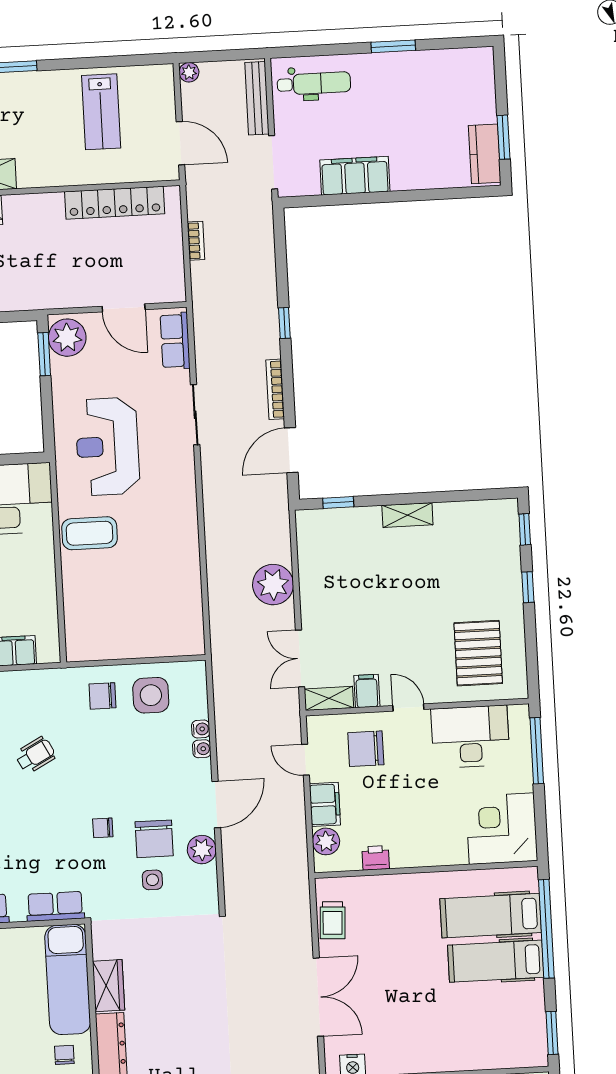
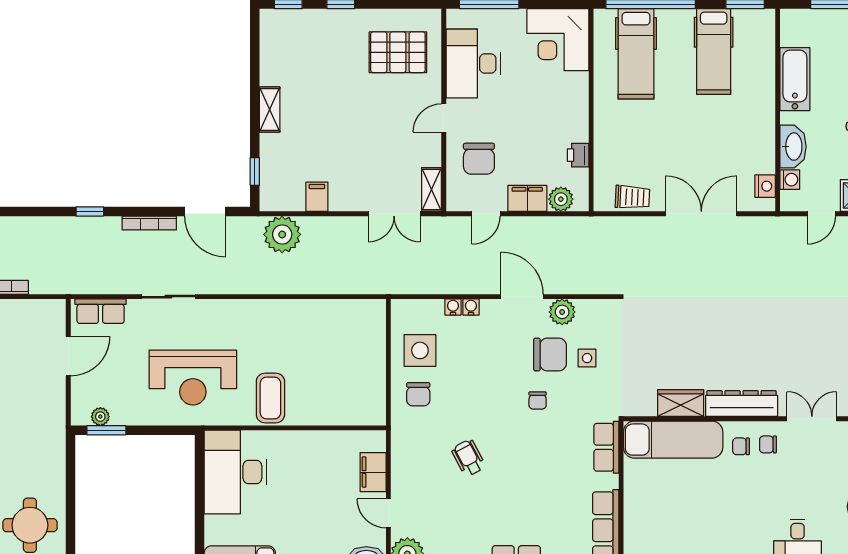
plant: (67, 338) -> (100, 417), width x0.53, depth x0.53
plant: (273, 585) -> (282, 234), moved
filing cabinet: (367, 691) -> (317, 197), moved, turned 90
hospital bed: (496, 961) -> (714, 51), moved

